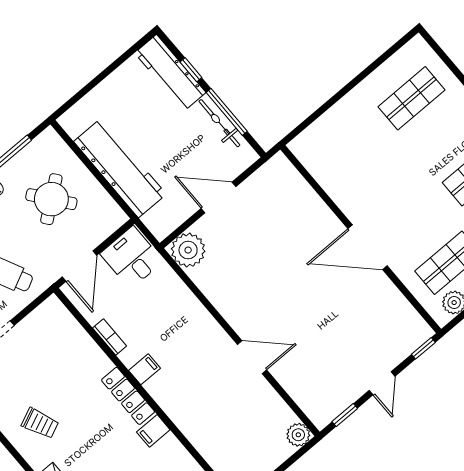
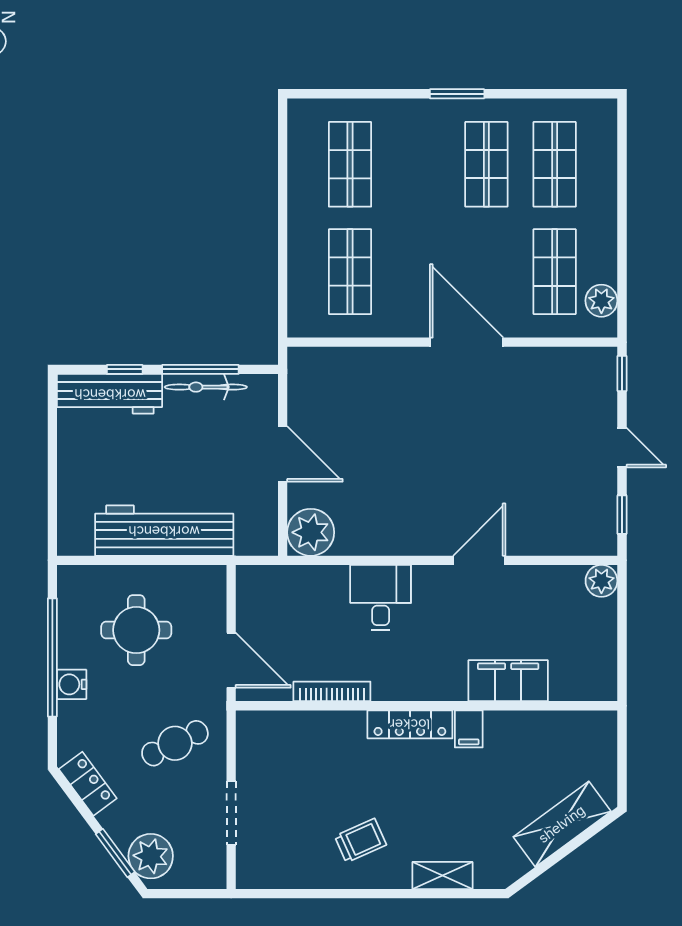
shop shelf: (352, 149) -> (350, 272), added
door: (218, 197) -> (283, 454), swing flipped
round table: (51, 199) -> (136, 630), turned 38
door: (367, 247) -> (467, 342), swing flipped
desk: (132, 257) -> (381, 598), moved, turned 90
bookcase: (110, 337) -> (332, 691), width x1.56
filing cabinet: (144, 369) -> (508, 681), moved, width x3.00, depth x1.17

